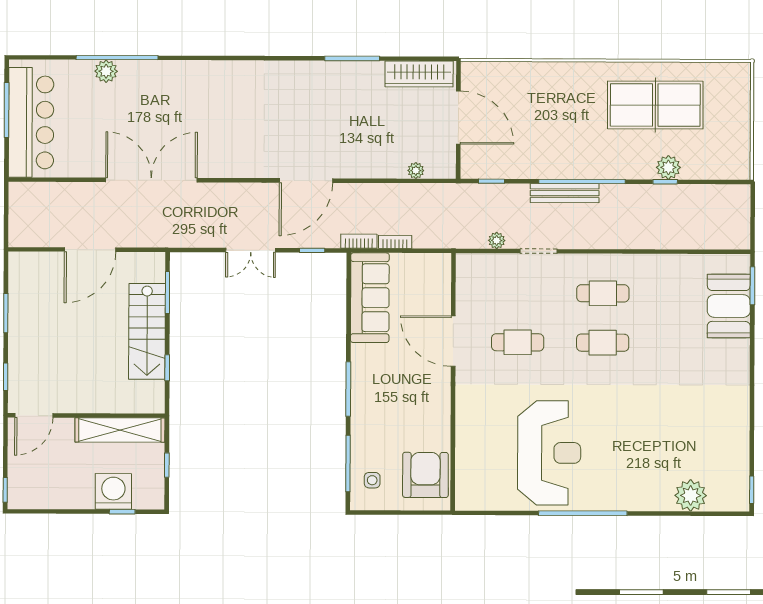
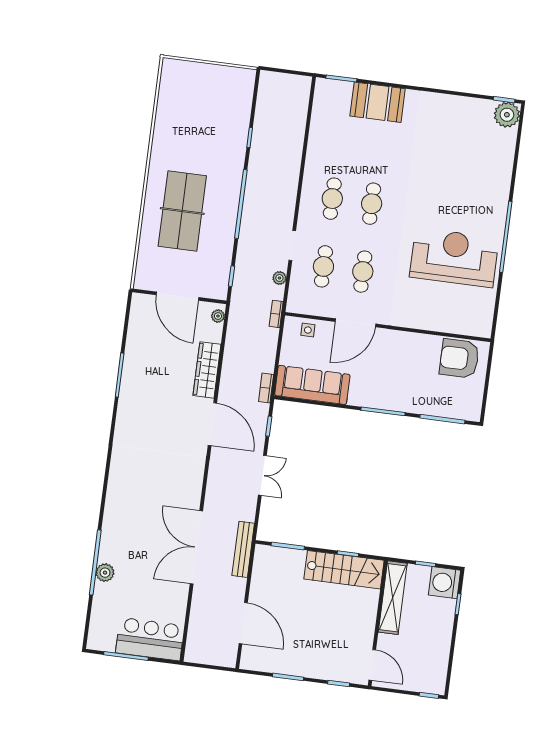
wardrobe: (419, 74) -> (207, 370), moved, turned 180
table tennis table: (655, 105) -> (182, 211), moved
door: (458, 117) -> (177, 296), swing flipped
bar counter: (31, 122) -> (150, 639), width x0.73
plant: (668, 167) -> (238, 134), removed
plant: (416, 171) -> (218, 316), moved
bench: (565, 193) -> (243, 549), moved
bookcase: (395, 242) -> (276, 314), moved
door: (90, 250) -> (243, 623), moved
cafe table: (518, 293) -> (323, 266), added
booth: (729, 306) -> (378, 102), moved
stairs: (147, 331) -> (344, 570), moved
side table: (372, 480) -> (308, 330), moved
washing machine: (113, 491) -> (444, 583), moved
plant: (691, 495) -> (507, 115), moved

